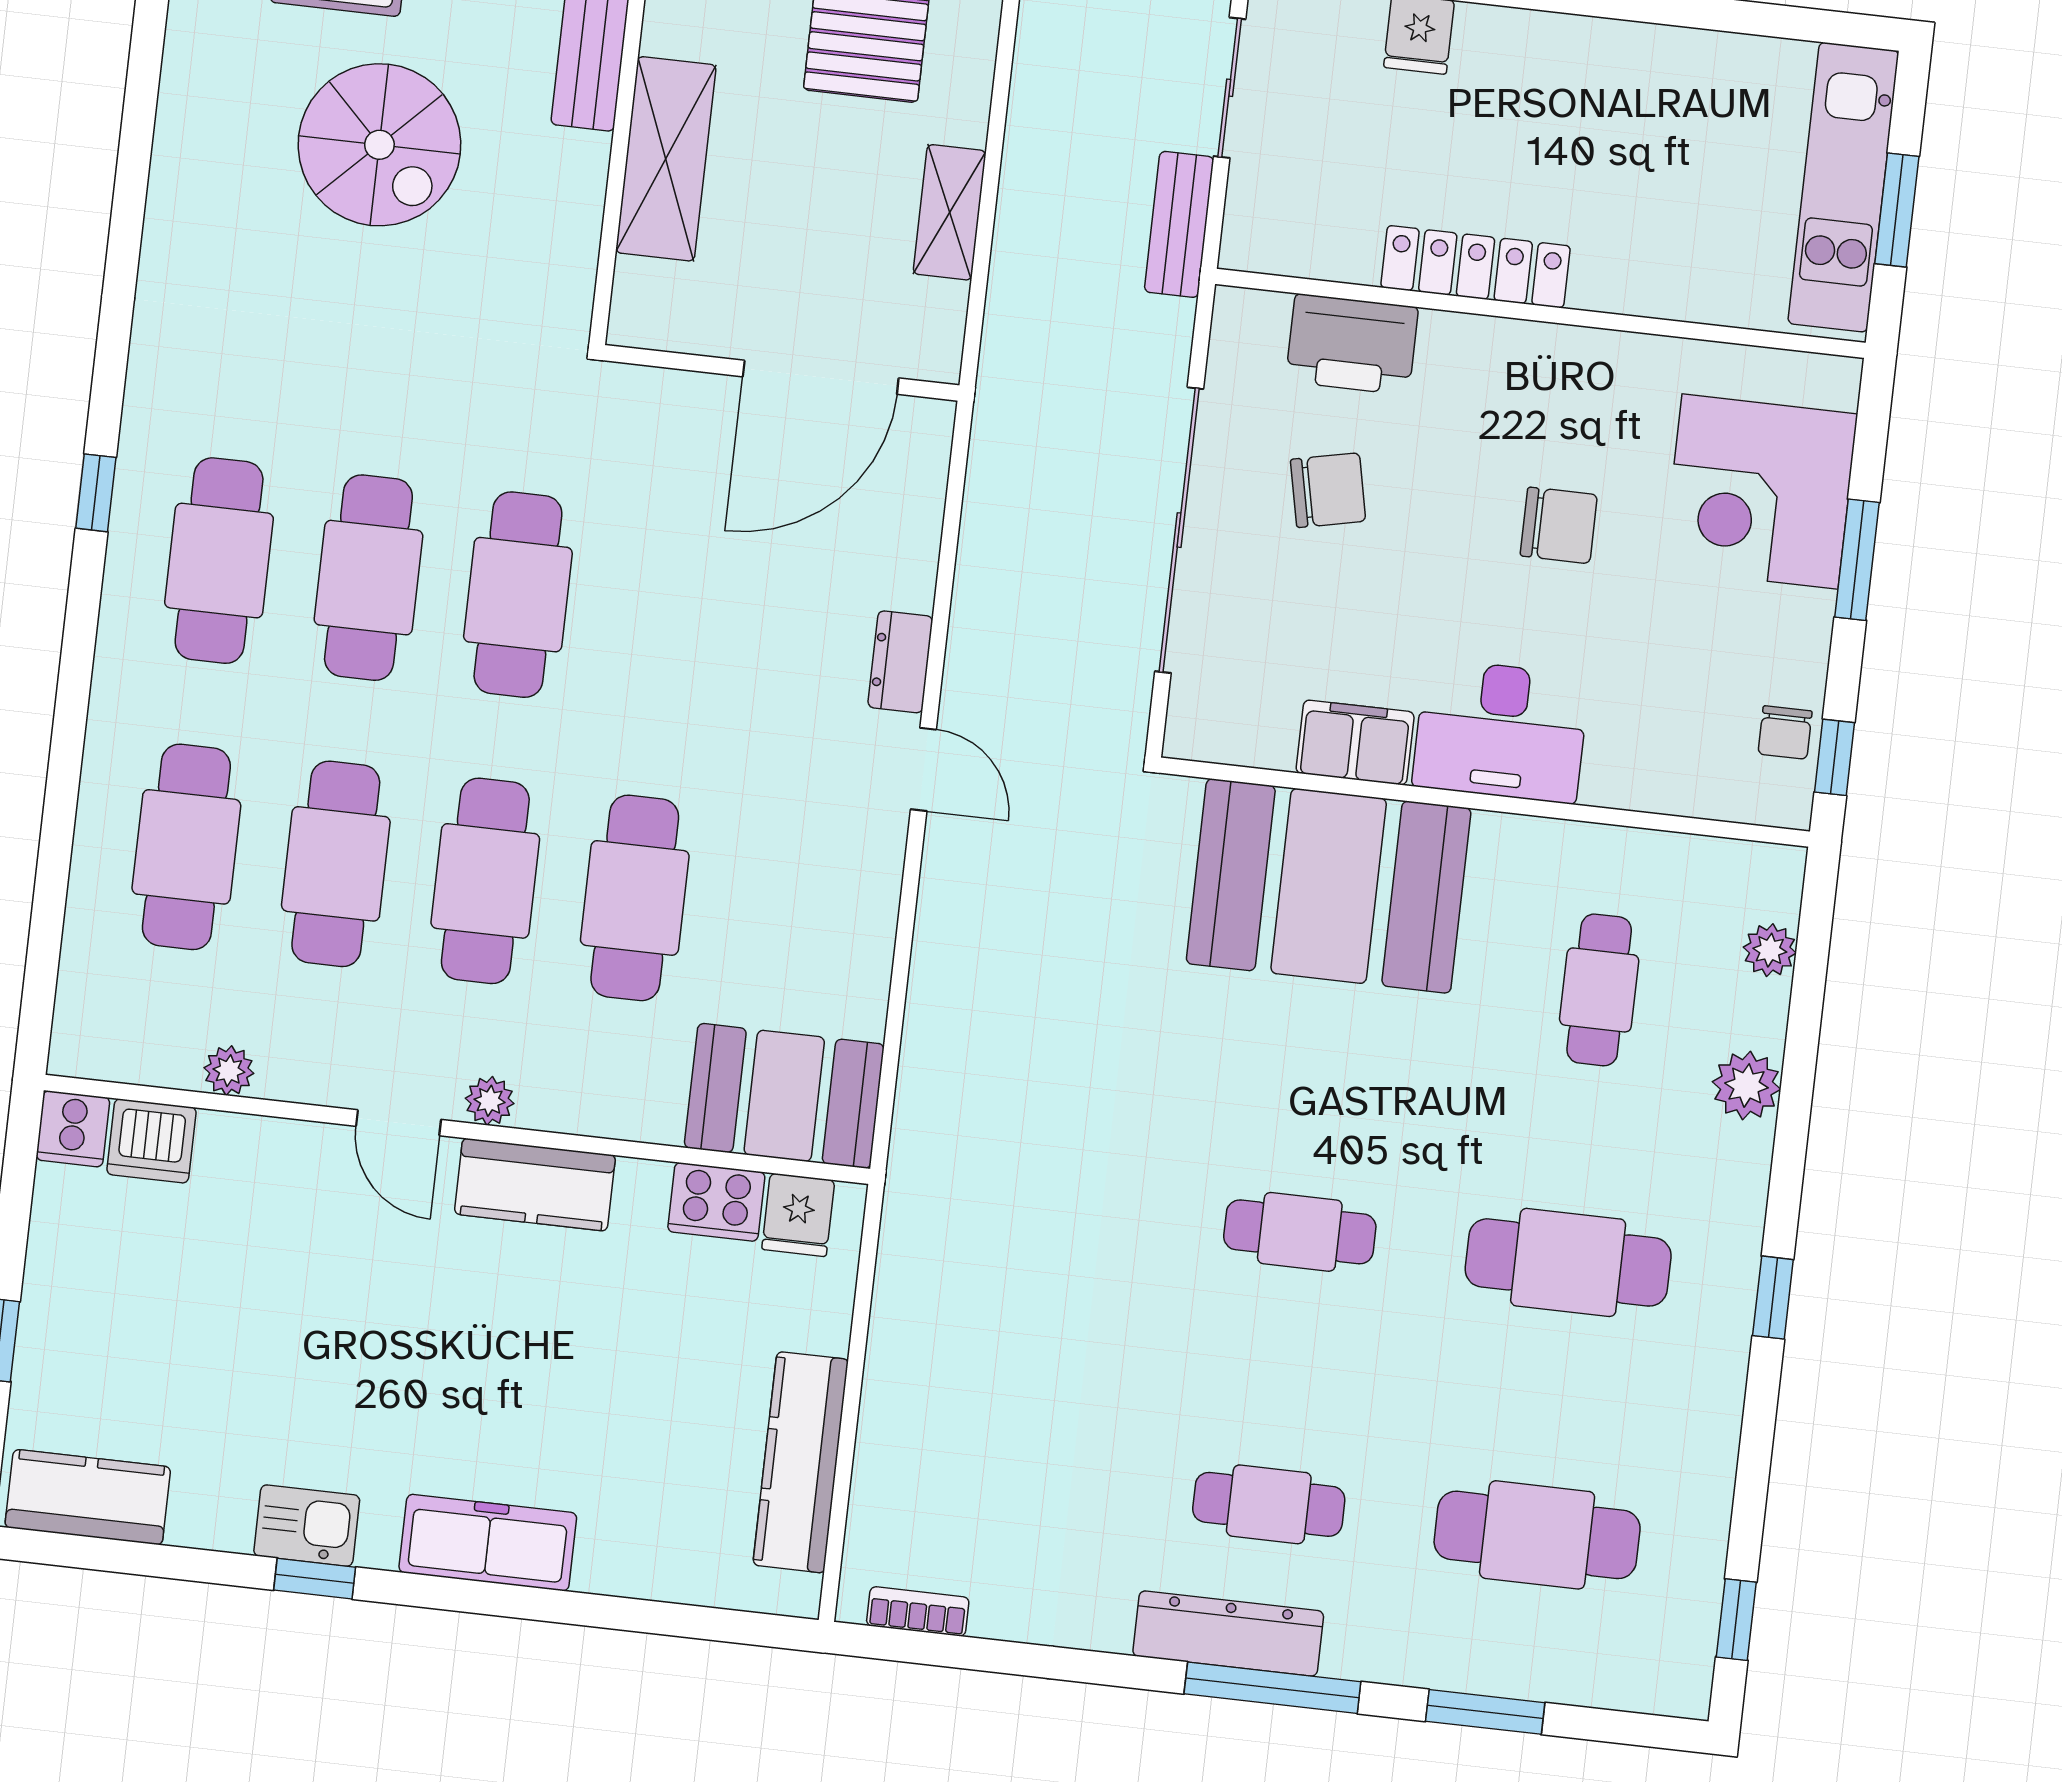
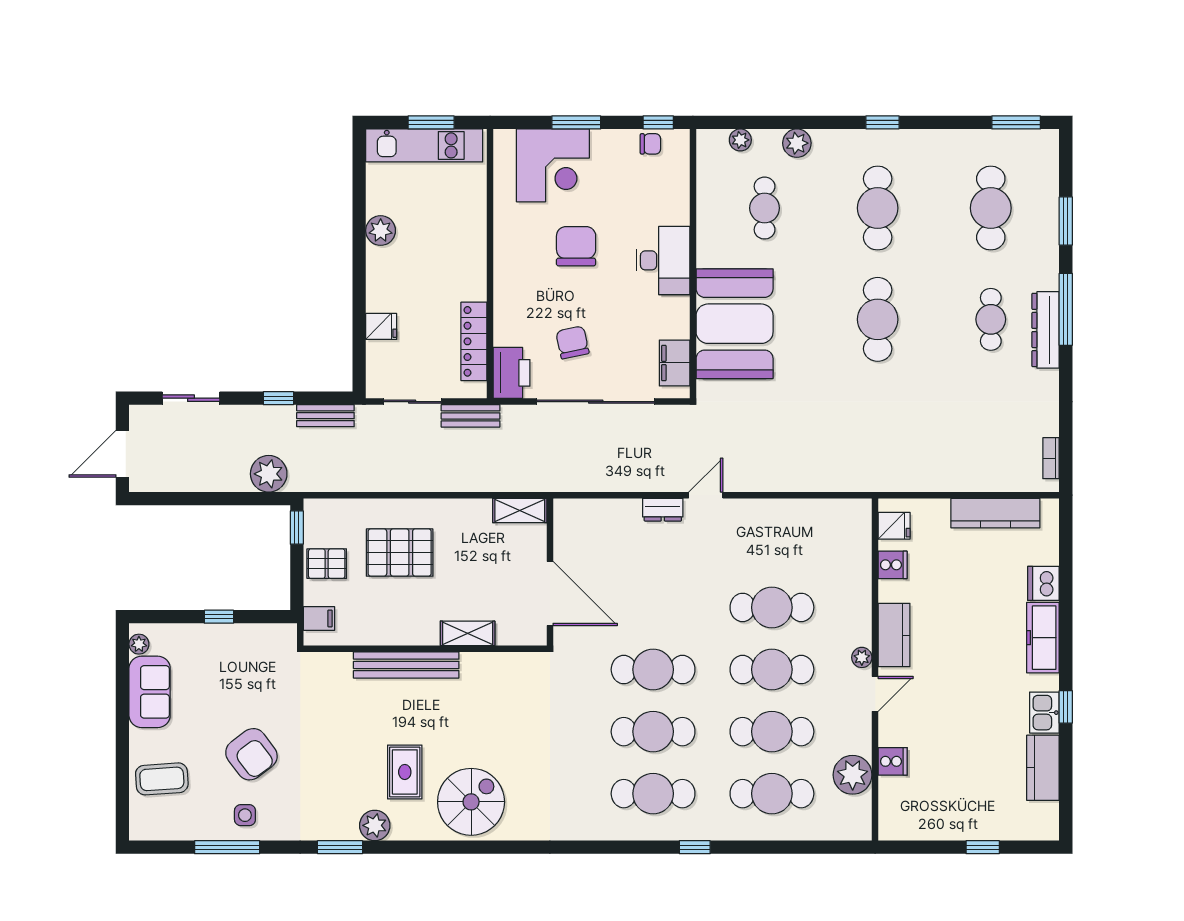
plant: (1650, 59) -> (381, 231), added
spiral stairs: (379, 145) -> (471, 802), moved
shelving: (666, 159) -> (468, 633), width x0.67, depth x0.75
shelving: (950, 212) -> (520, 511), moved
locker: (1475, 267) -> (474, 341), moved
printer: (1352, 344) -> (512, 373), moved
door: (821, 377) -> (550, 594), moved
window: (96, 493) -> (695, 847), moved
chair: (1559, 525) -> (576, 246), width x1.37, depth x1.37
filing cabinet: (1355, 742) -> (675, 363), moved
cafe table: (1599, 990) -> (765, 208), turned 90
plant: (229, 1071) -> (853, 775), width x1.88, depth x1.88
booth: (784, 1096) -> (846, 537), removed
cooker: (73, 1129) -> (893, 761), moved
dishwasher: (152, 1141) -> (1043, 583), moved, turned 180
cooker: (716, 1202) -> (893, 565), width x0.73
cafe table: (1300, 1232) -> (878, 319), width x1.37, depth x1.35
kitchen counter: (88, 1497) -> (1043, 768), moved
window: (1736, 1620) -> (1016, 122), width x1.50

